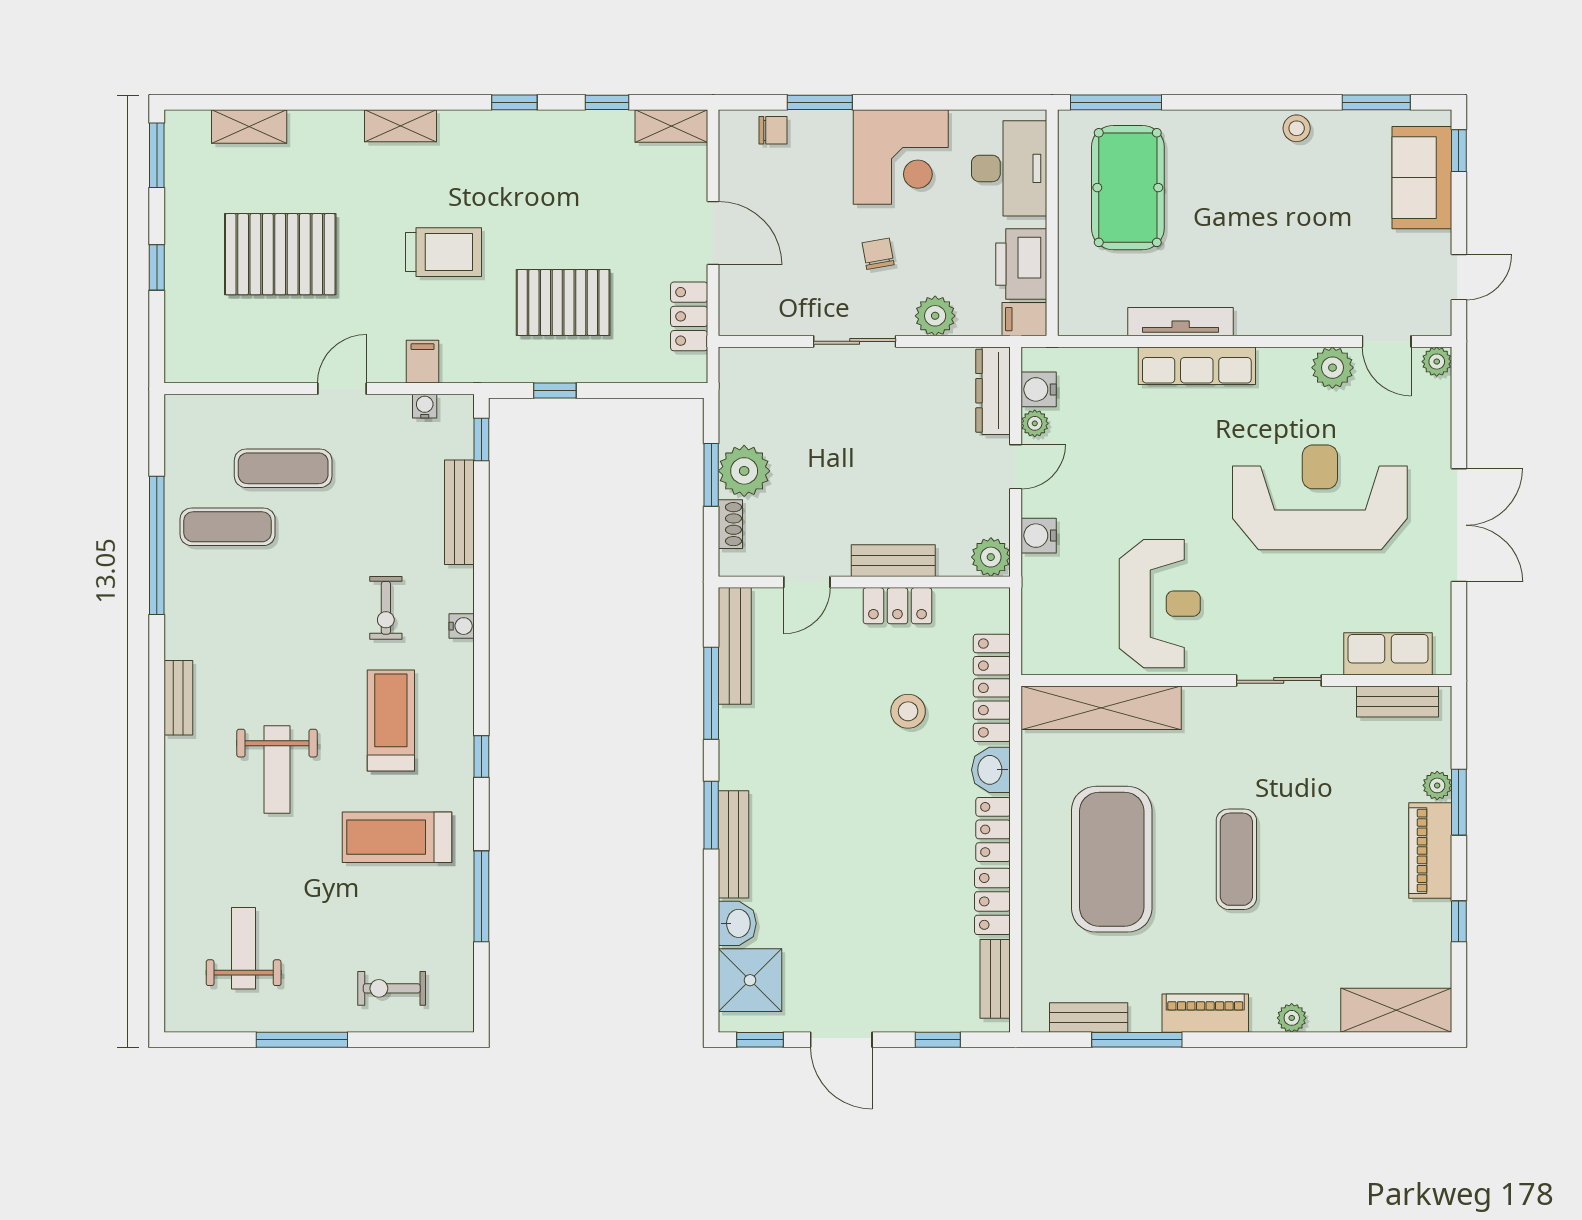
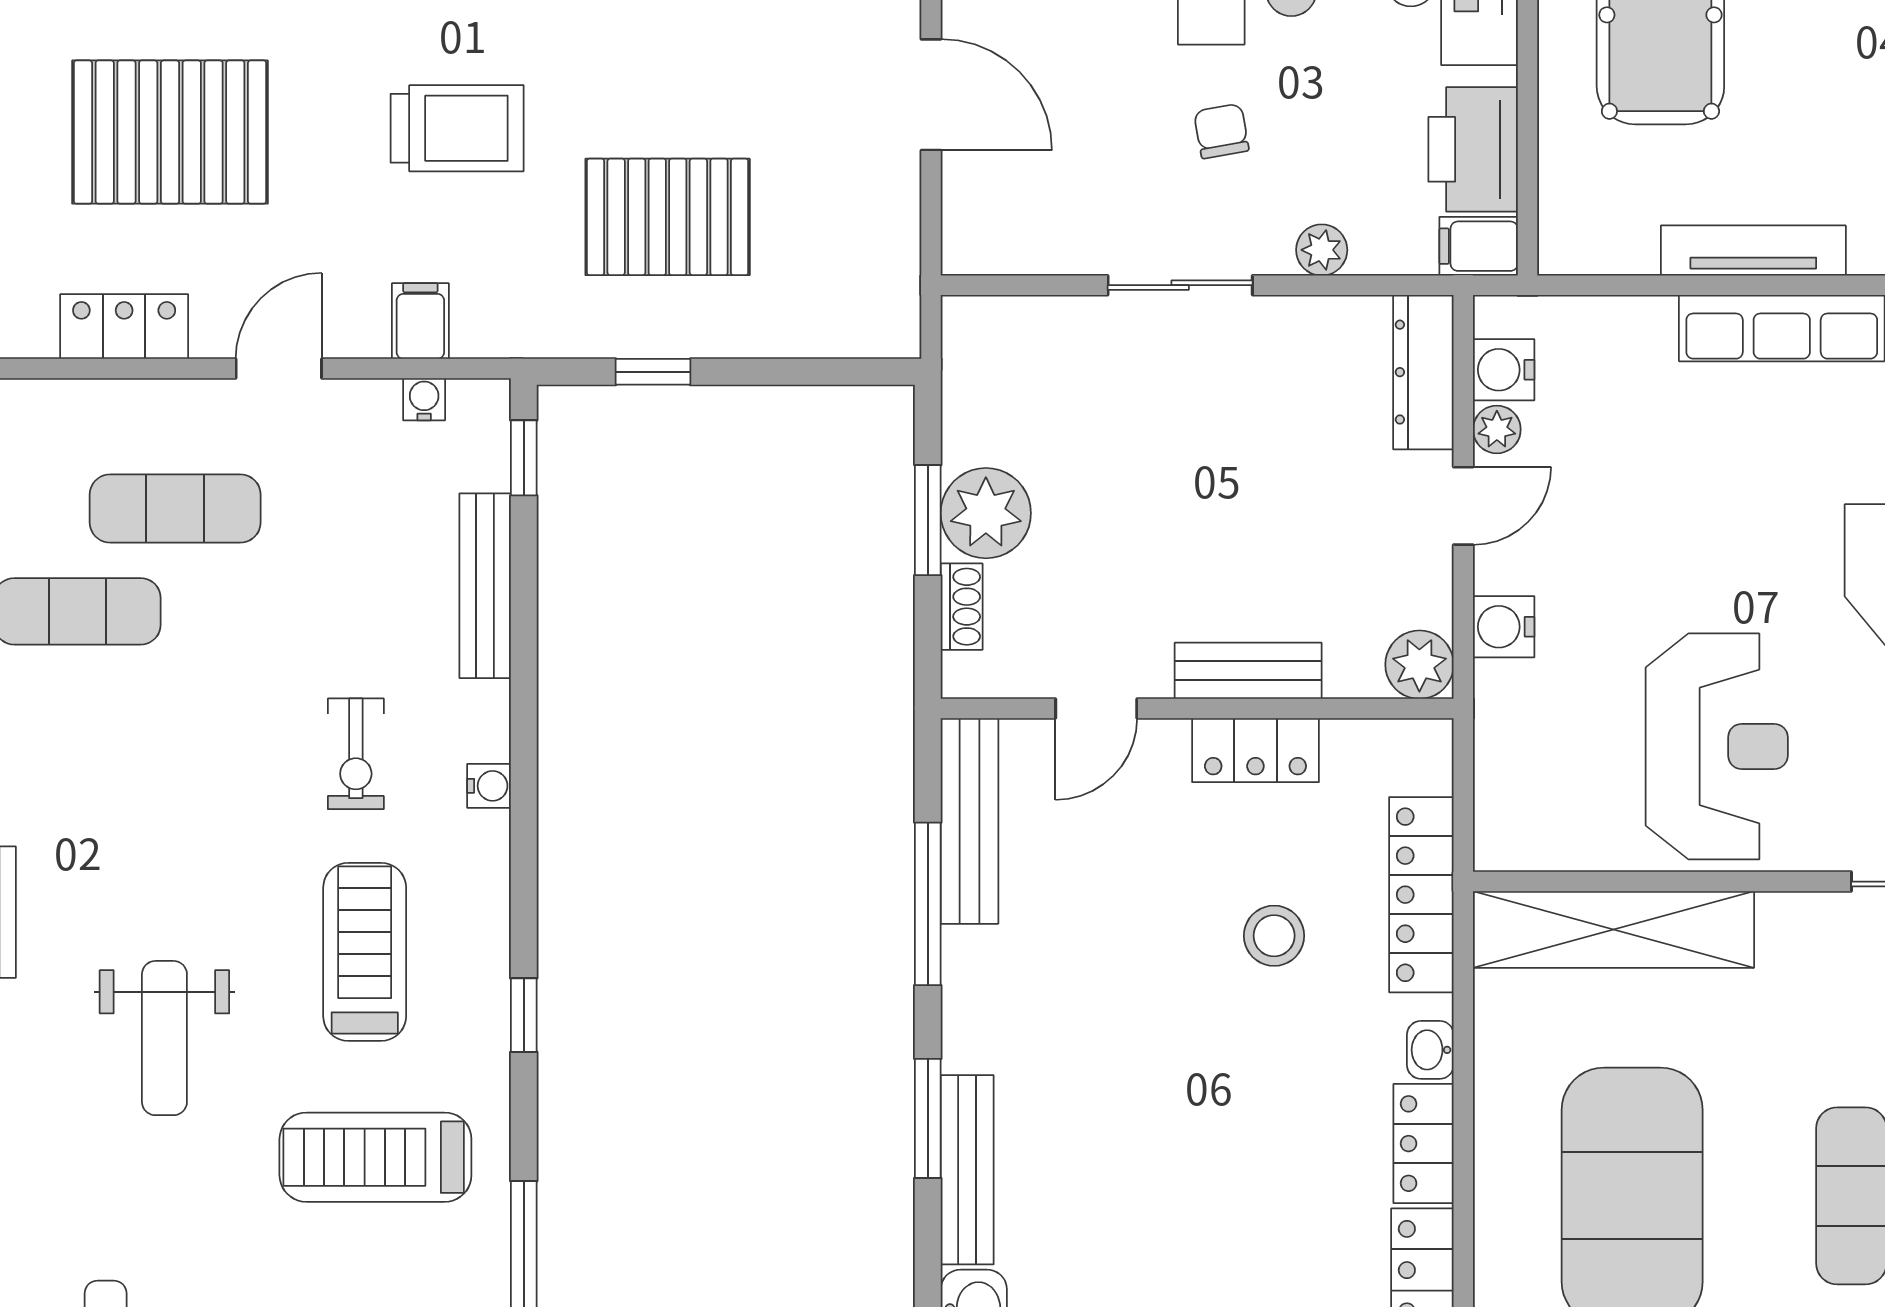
locker: (689, 316) -> (124, 327), moved, turned 90
plant: (935, 316) -> (1322, 250), width x0.73, depth x0.73
washbasin: (991, 770) -> (1430, 1050), width x0.72, depth x0.69

